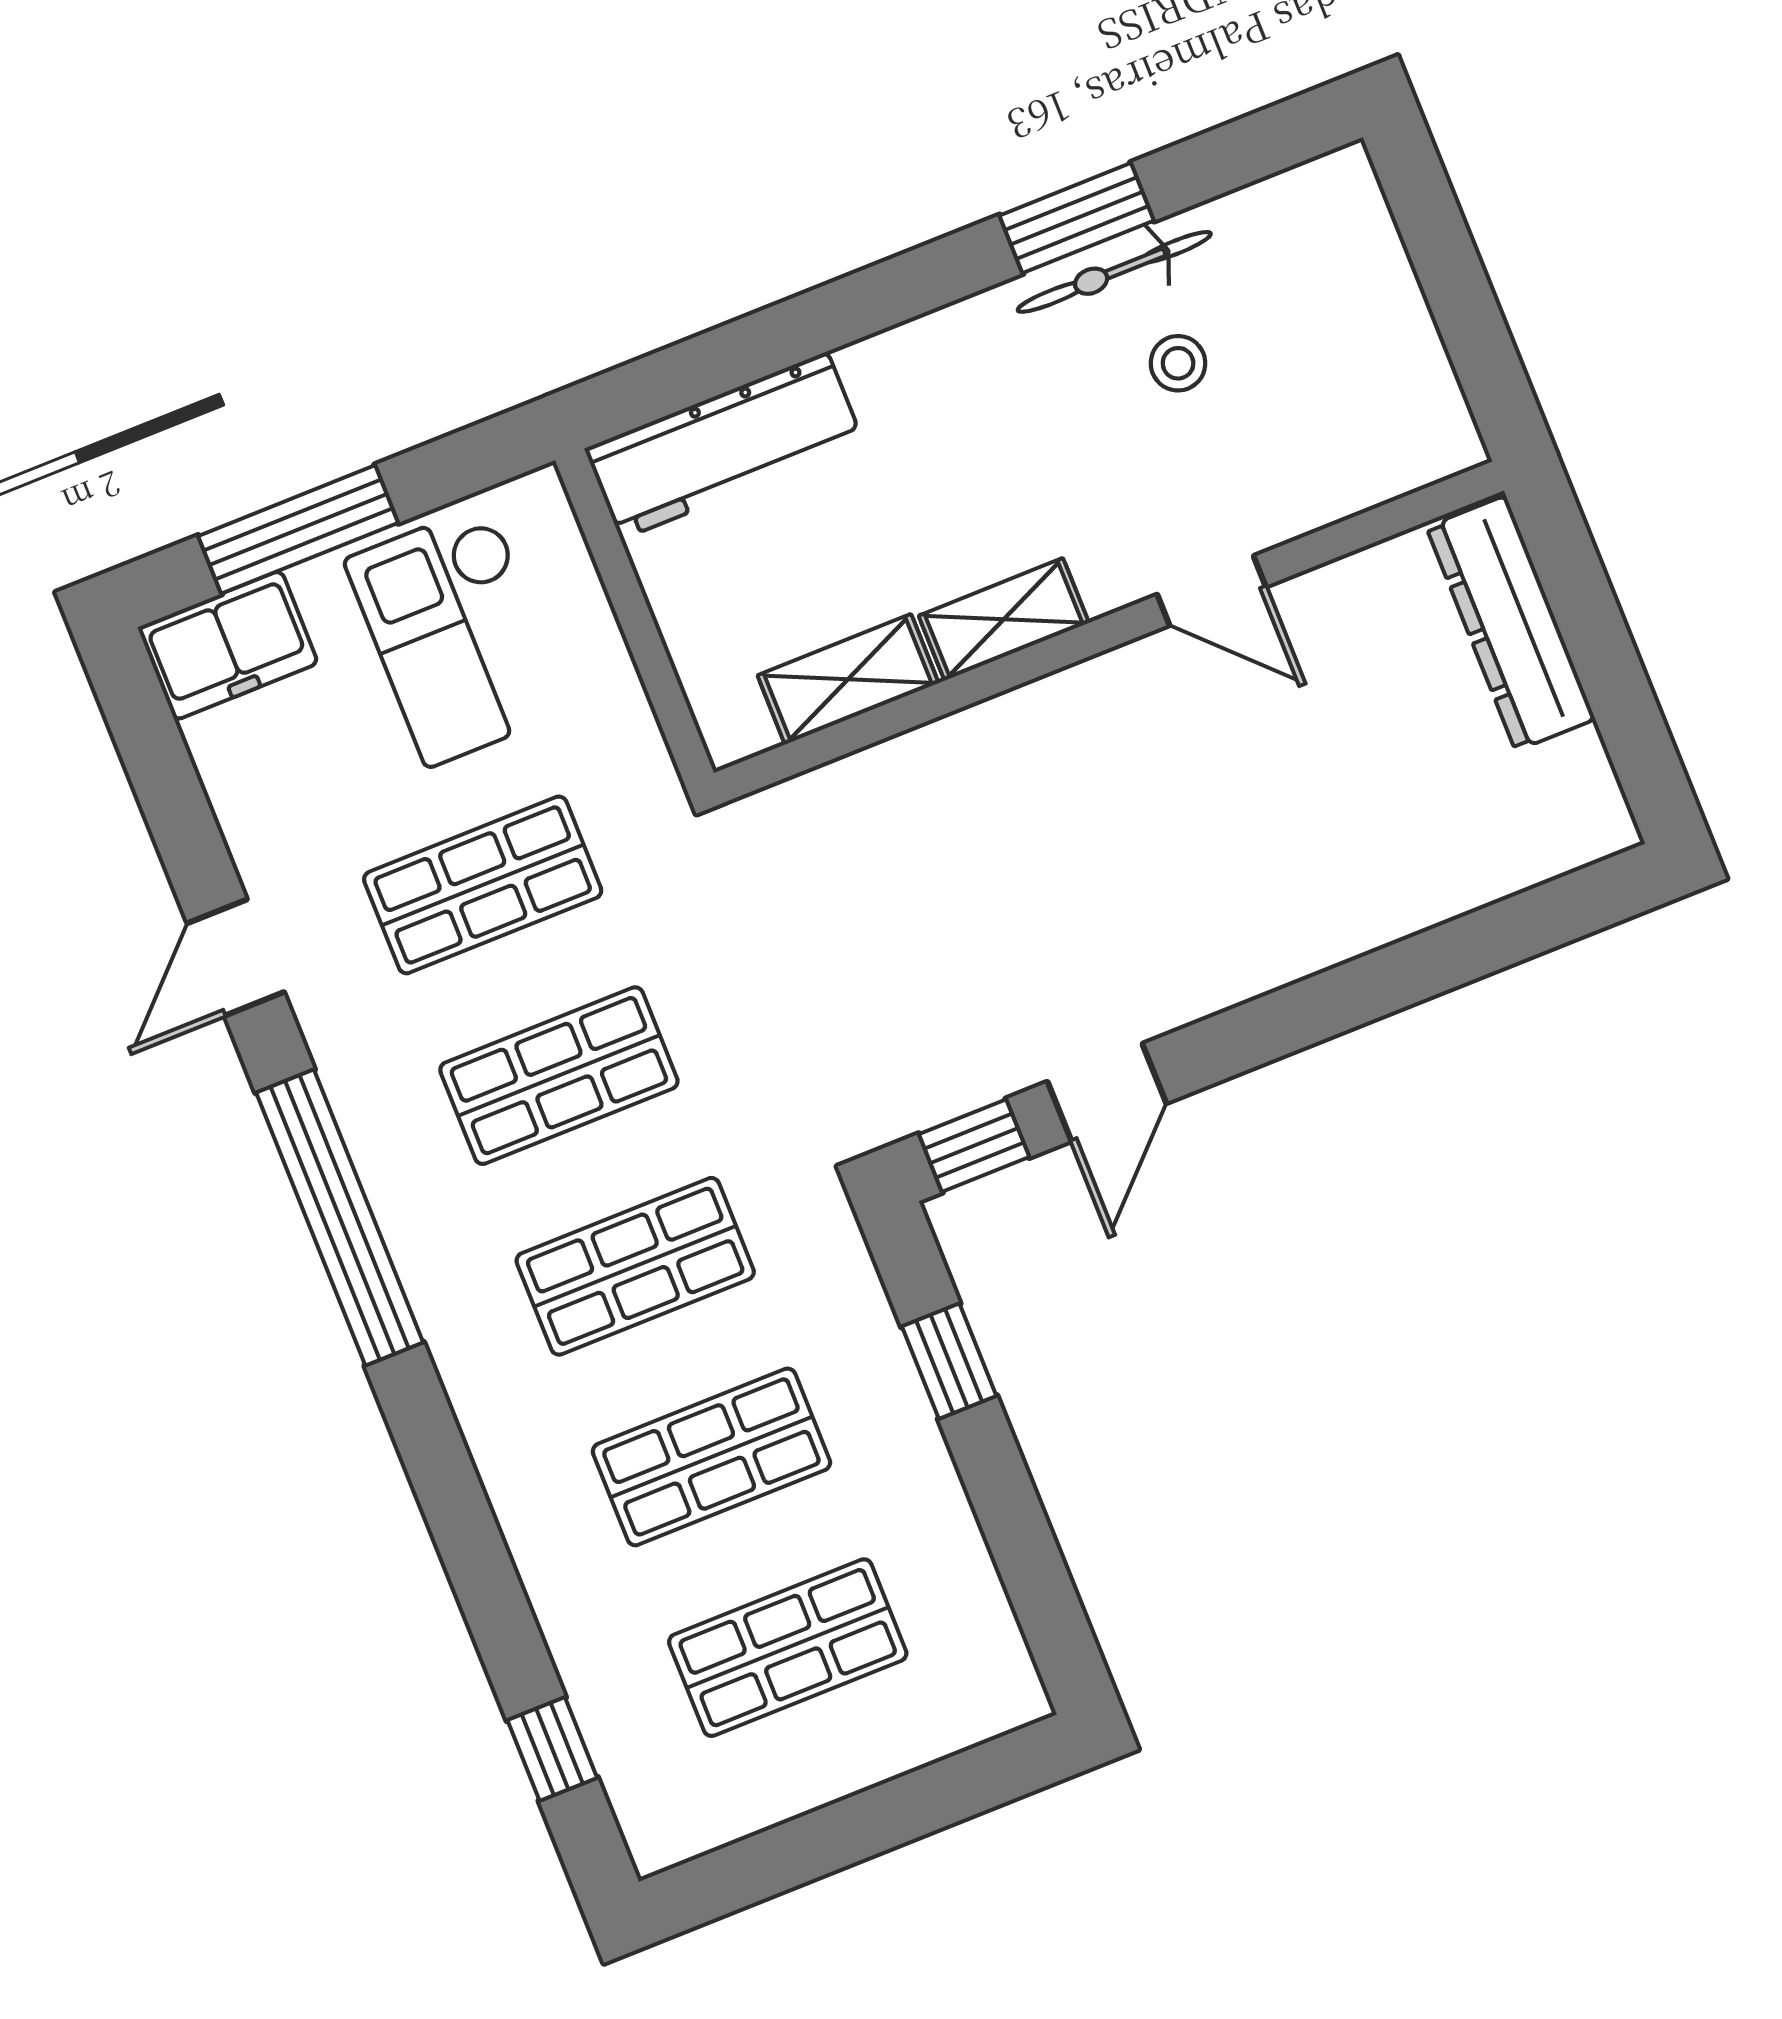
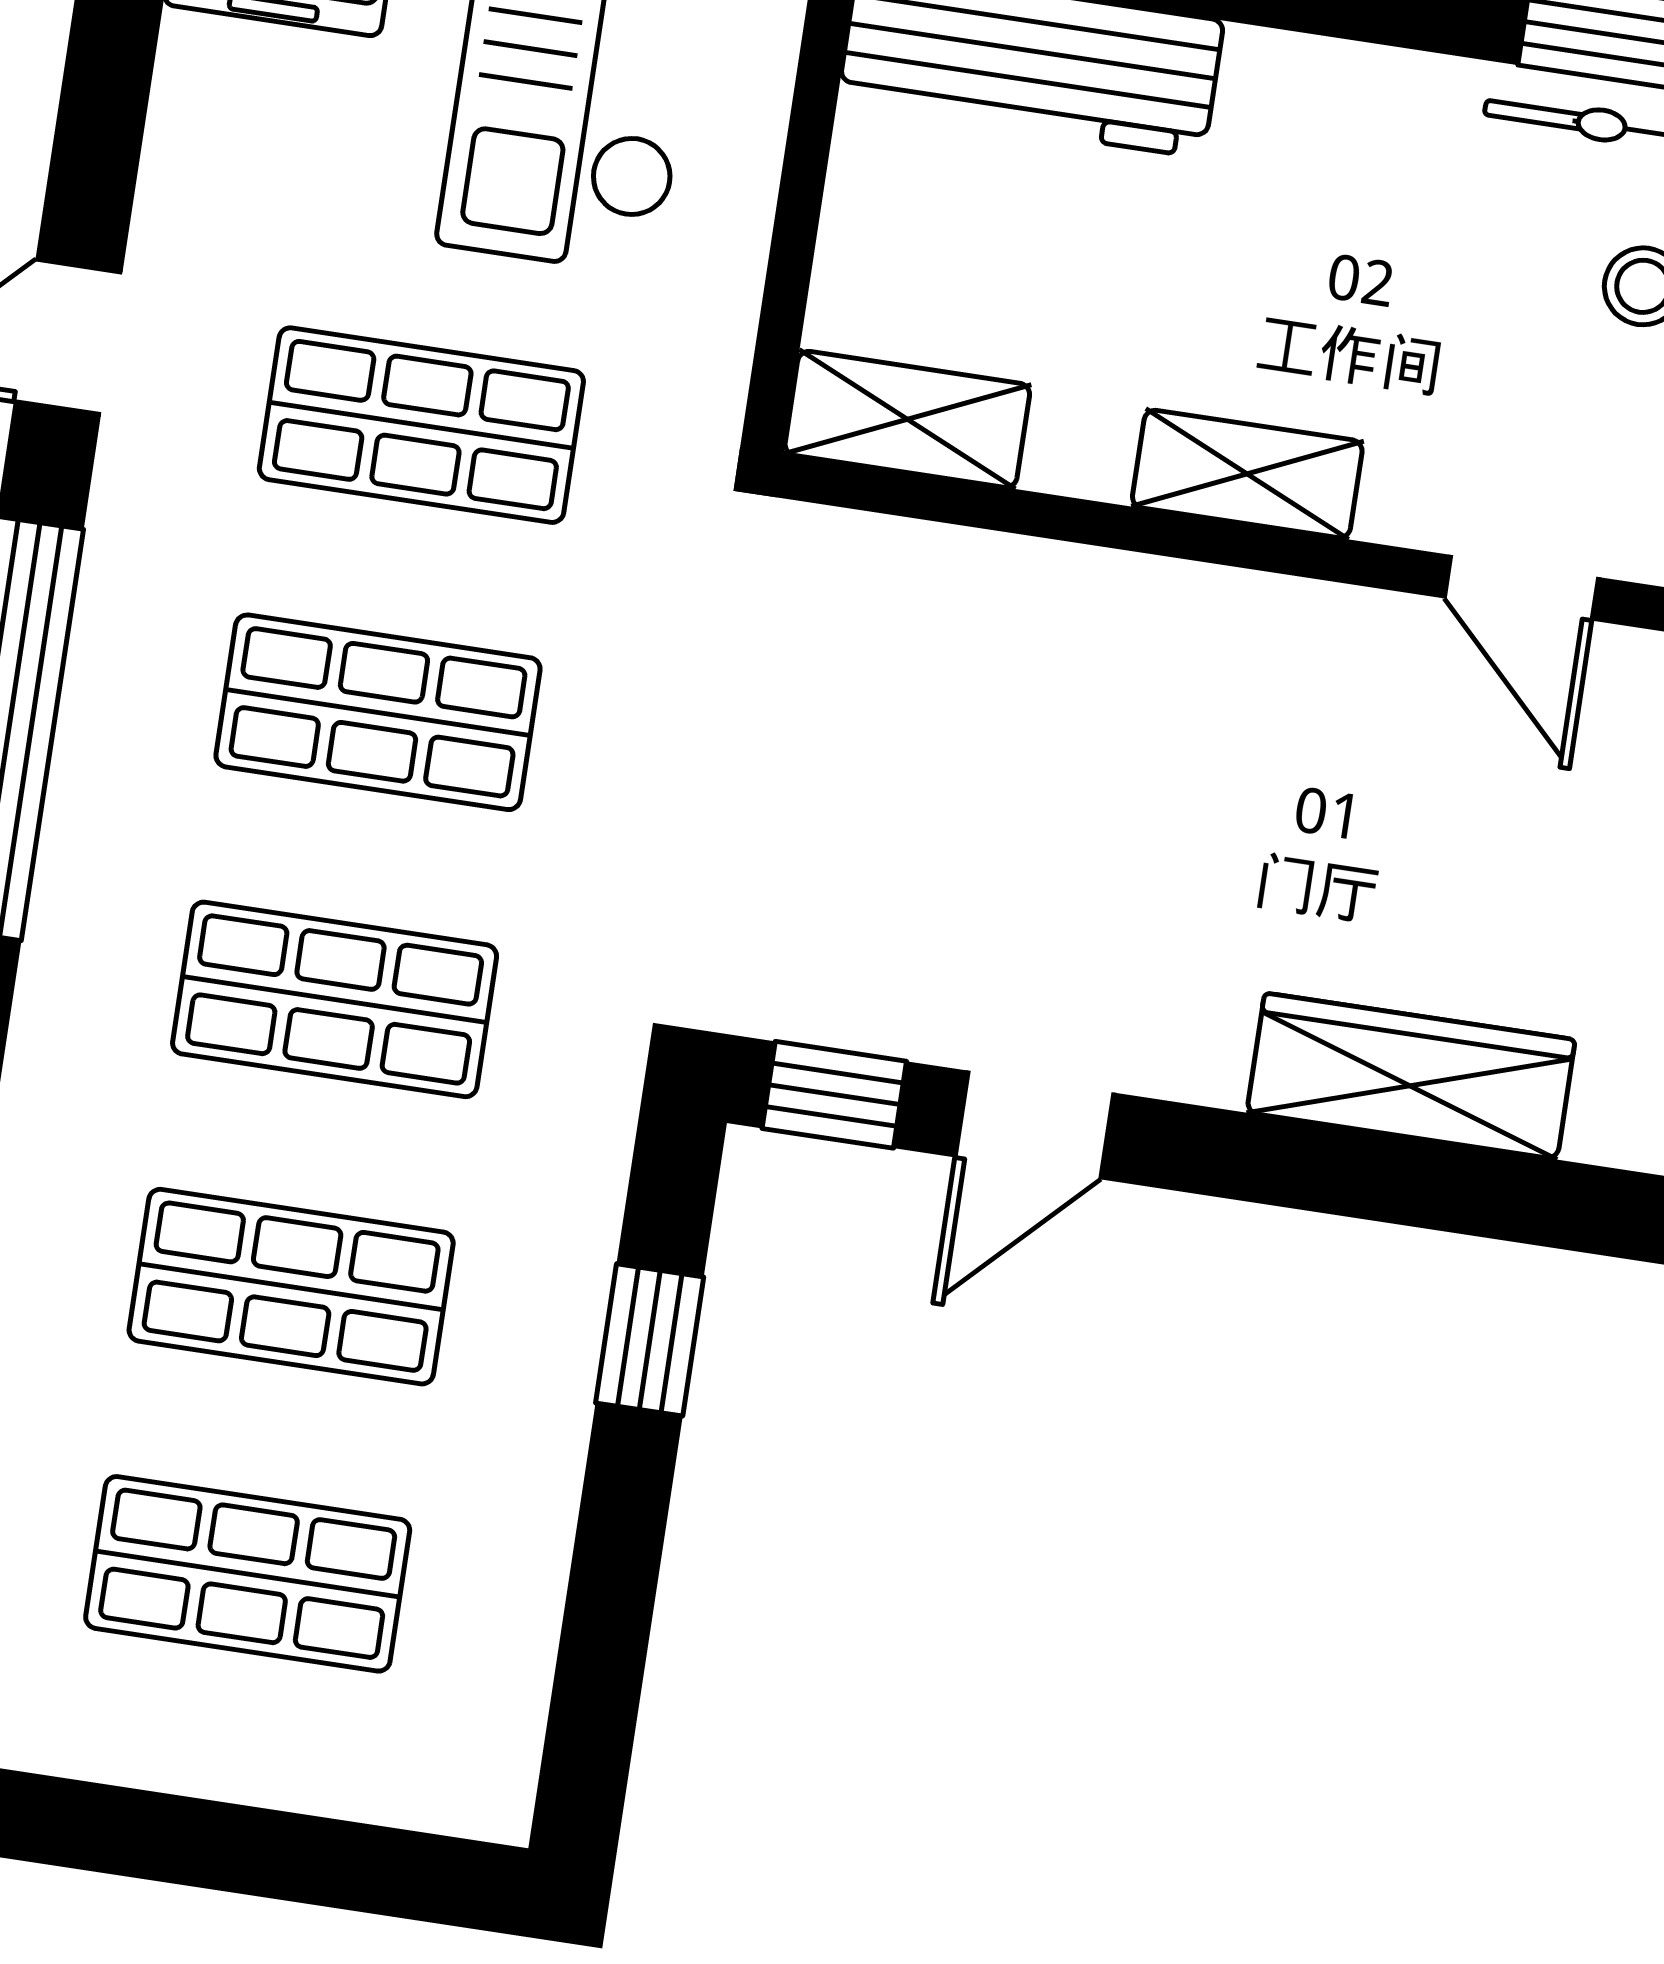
shelving: (848, 679) -> (907, 419), moved
wardrobe: (1319, 928) -> (1411, 1076), added

